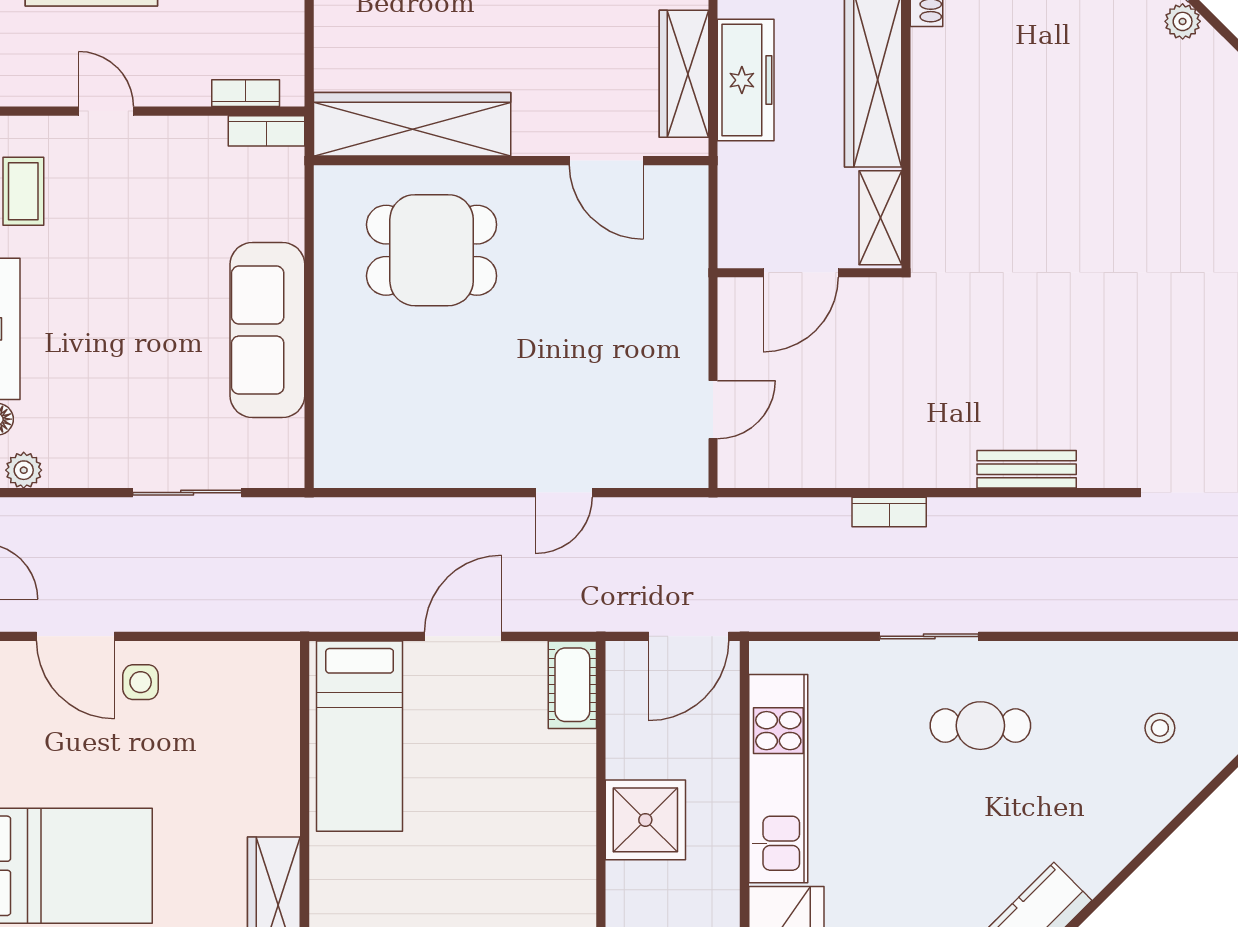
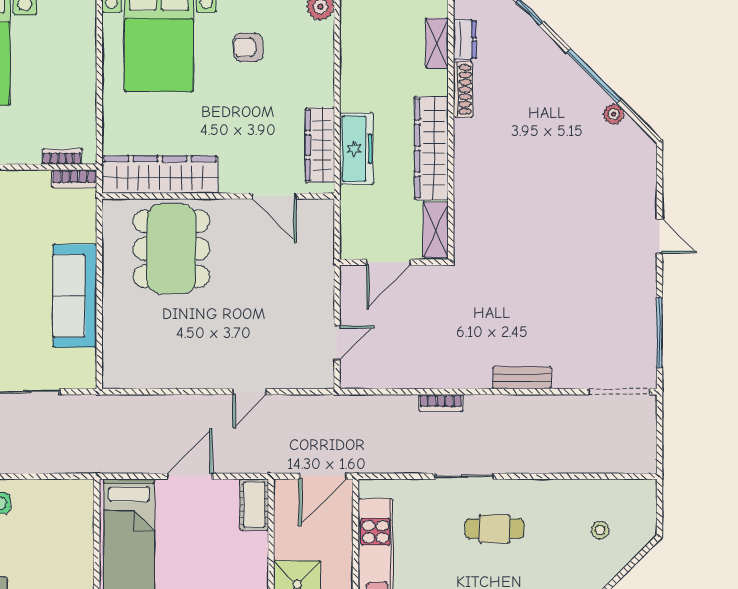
dining table: (432, 250) -> (171, 249), width x1.37

